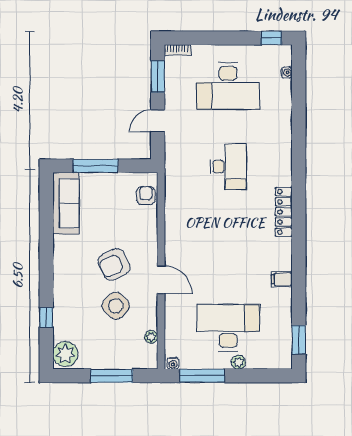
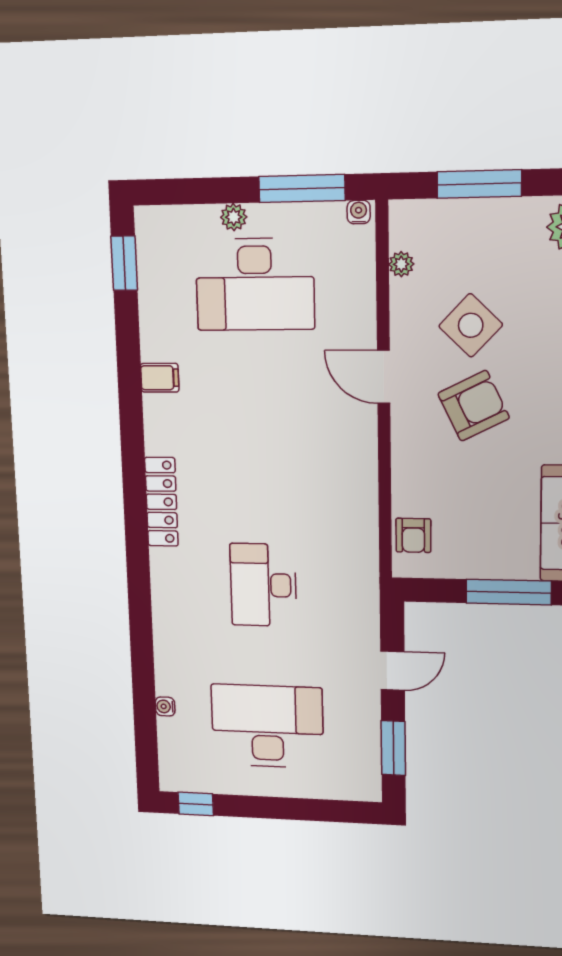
bookcase: (178, 50) -> (358, 792), removed
water cooler: (287, 73) -> (165, 706), moved

